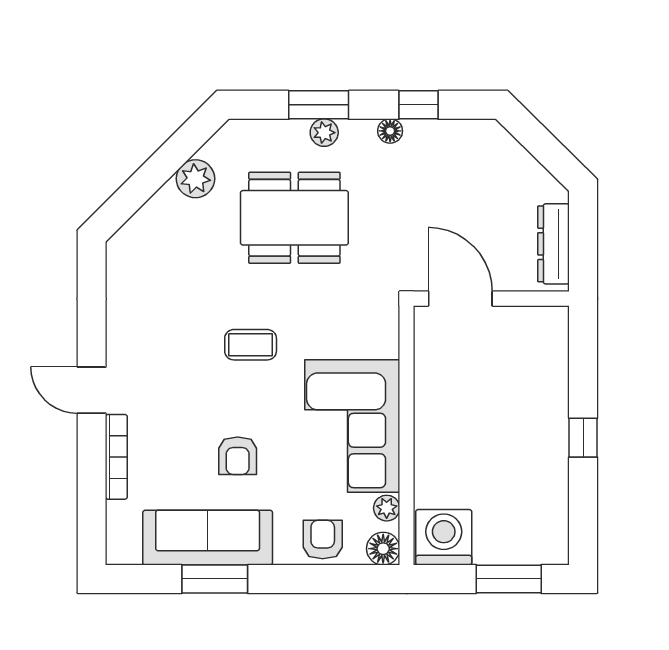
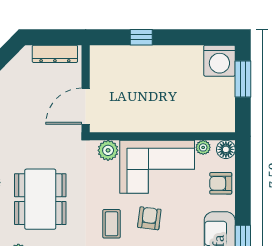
plant: (381, 339) -> (108, 150), added
window: (583, 438) -> (141, 37), moved
armchair: (238, 456) -> (149, 218), moved, turned -83
washing machine: (444, 537) -> (219, 61), moved, turned -90

